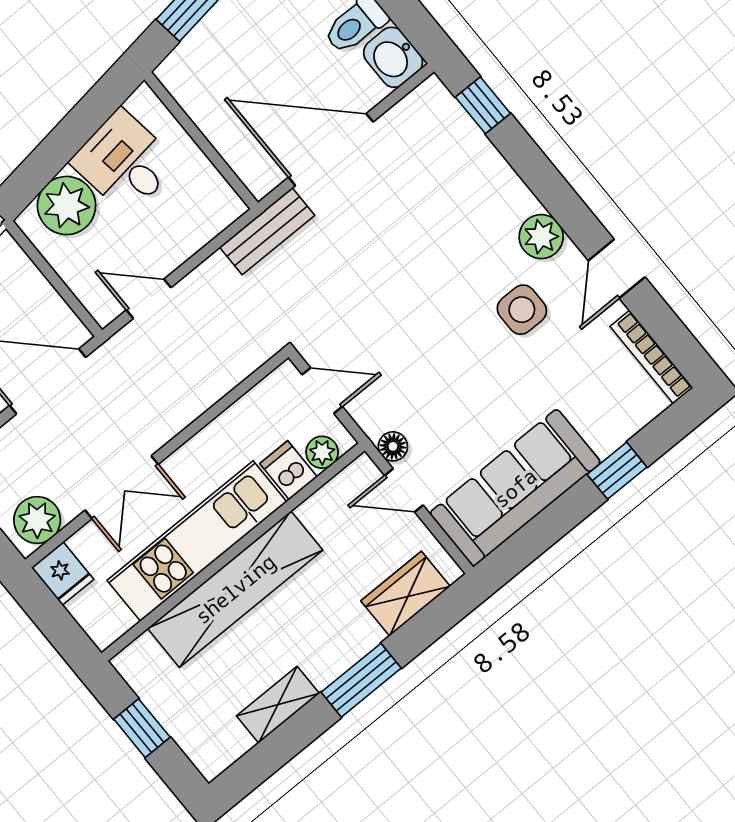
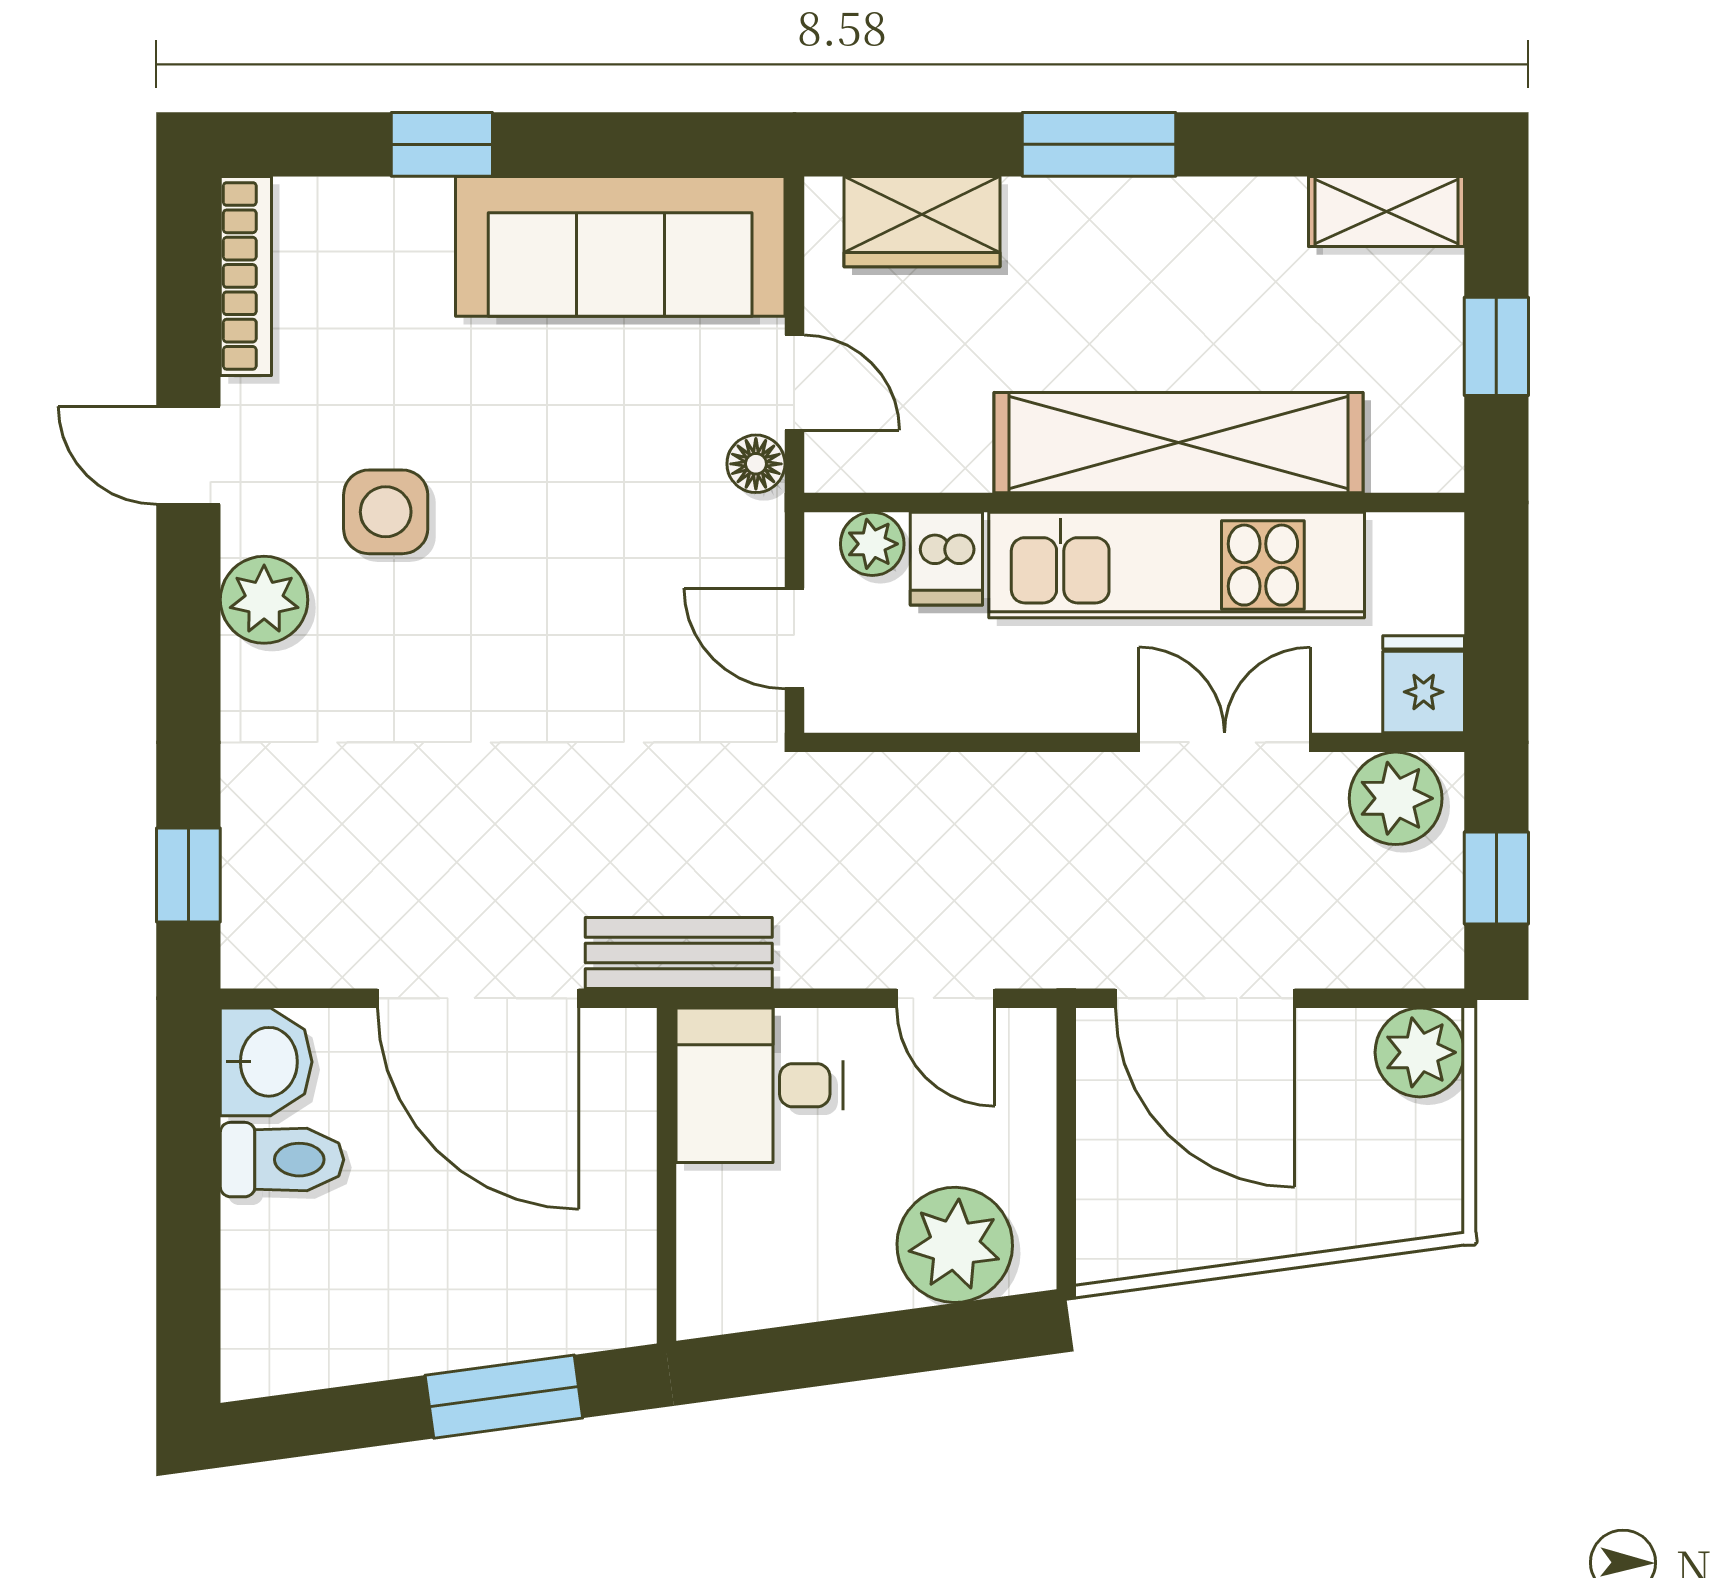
desk: (125, 162) -> (760, 1085), moved, turned 98
door: (617, 269) -> (188, 455), swing flipped
shelving: (278, 705) -> (1386, 211), moved

